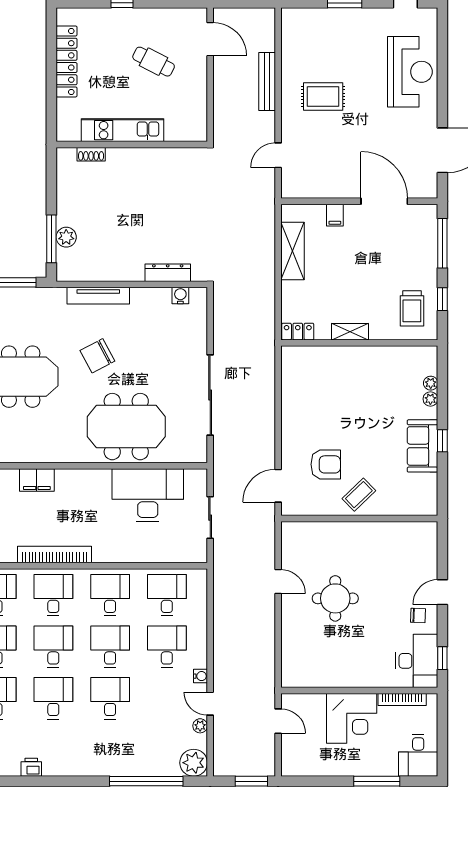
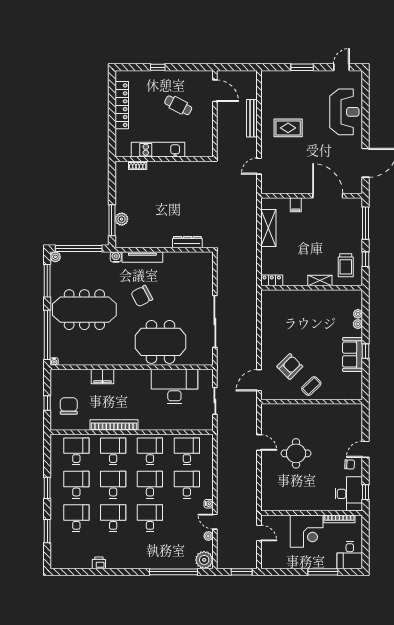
water cooler: (180, 296) -> (116, 257), moved
shelving: (350, 332) -> (320, 280), moved
armchair: (326, 464) -> (290, 367), turned -45

